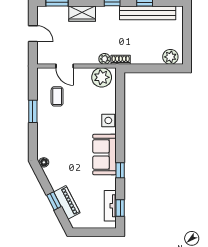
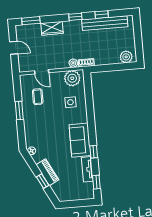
side table: (108, 120) -> (70, 102), moved
piano: (67, 202) -> (47, 172), moved
tv unit: (110, 206) -> (87, 169), moved

